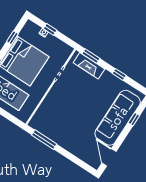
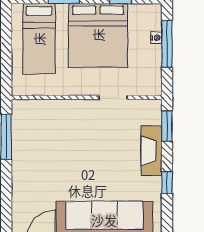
window: (50, 29) -> (167, 44), width x2.17
fireplace: (89, 66) -> (151, 151), moved

